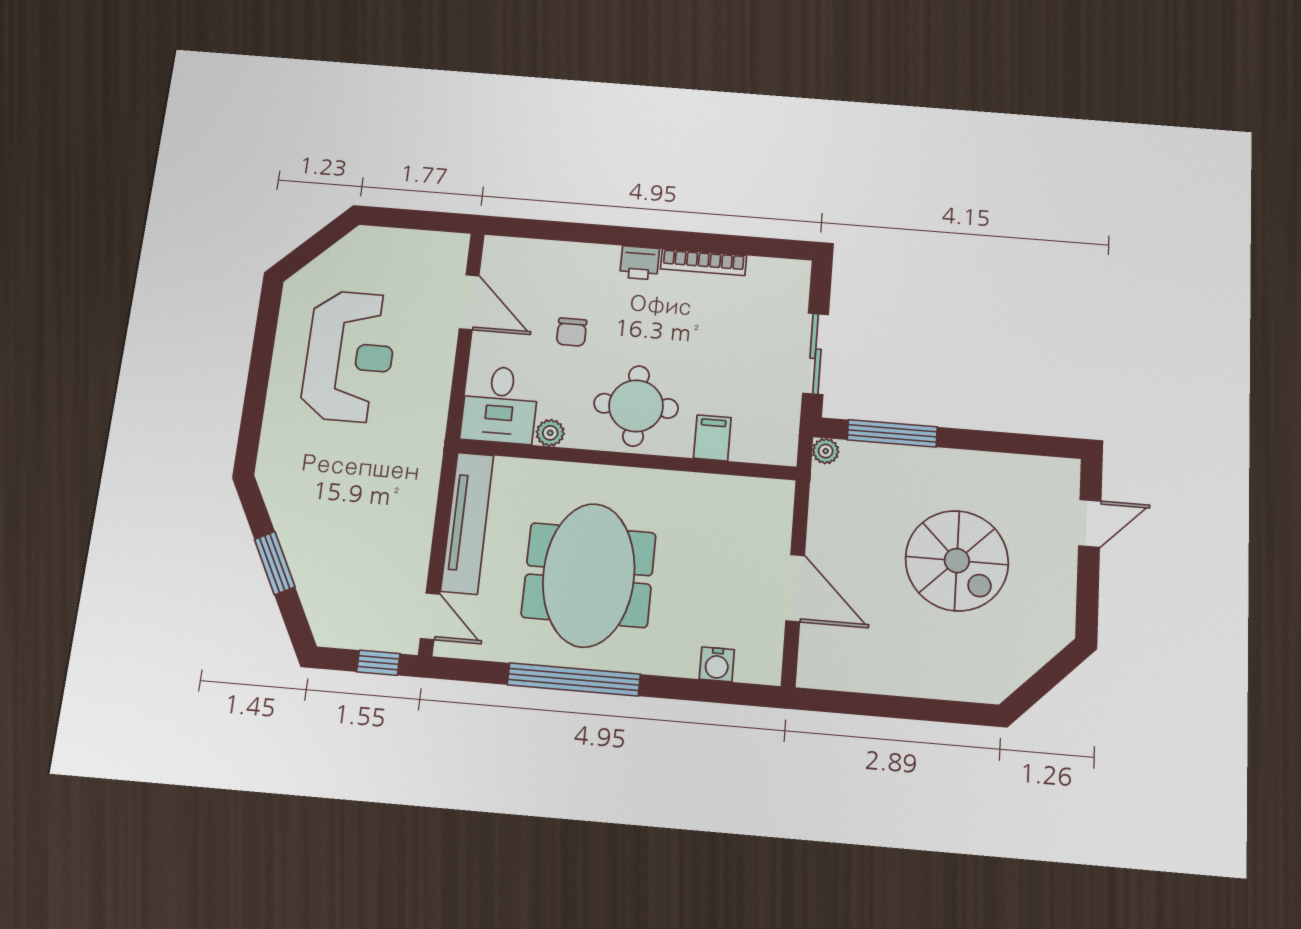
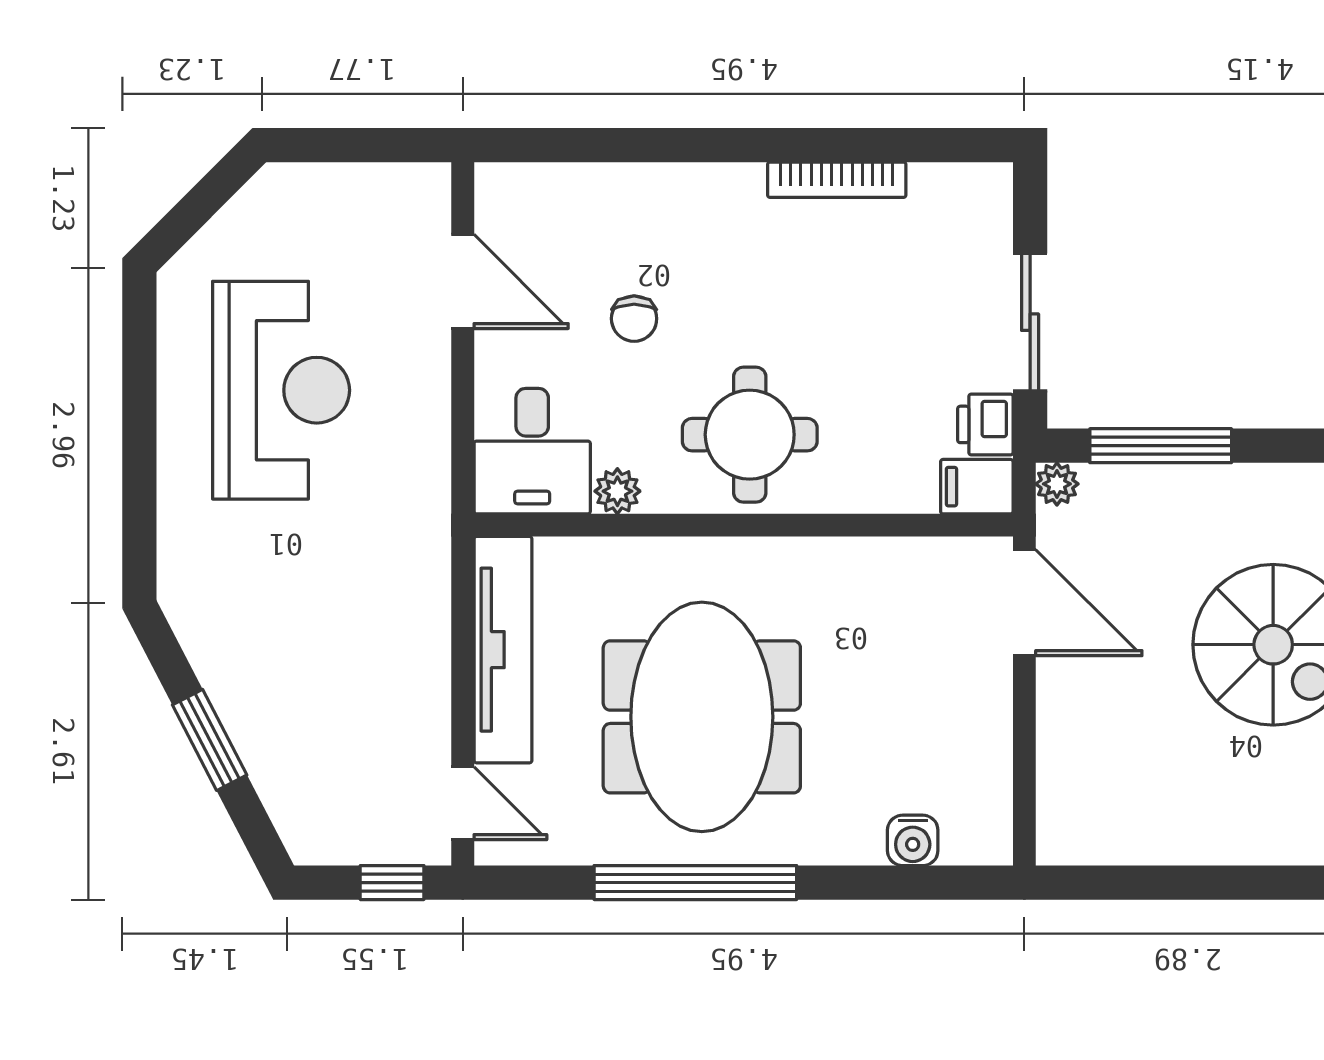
printer: (639, 263) -> (985, 424), moved, turned 90
filing cabinet: (712, 438) -> (977, 487), moved, turned -90
door: (795, 588) -> (1024, 603), moved

